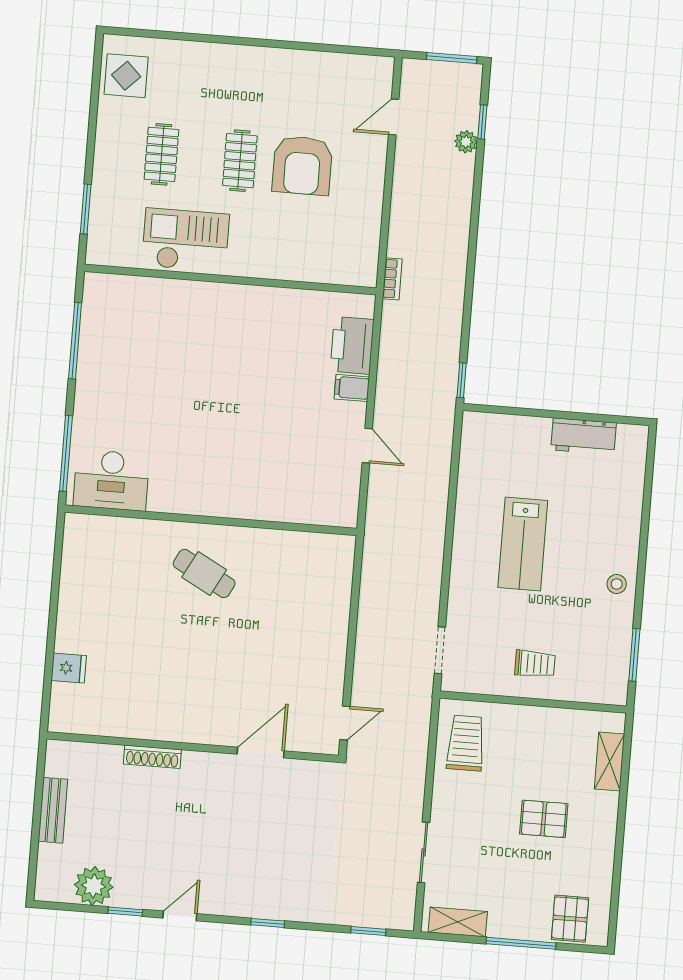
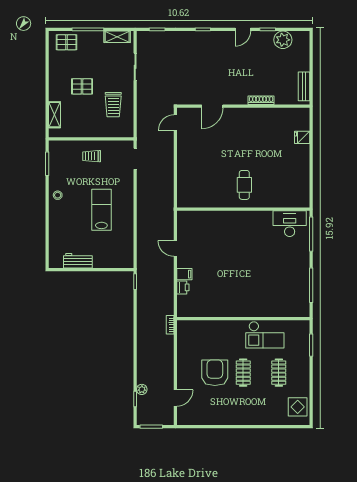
printer: (352, 345) -> (183, 287), width x0.53, depth x0.68
cafe table: (204, 573) -> (244, 185), turned 62
trolley: (466, 743) -> (113, 105), moved
bench: (53, 810) -> (304, 86), moved
pallet: (570, 919) -> (67, 42), turned 90

